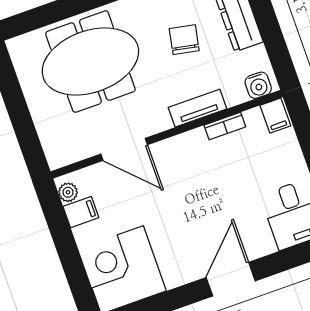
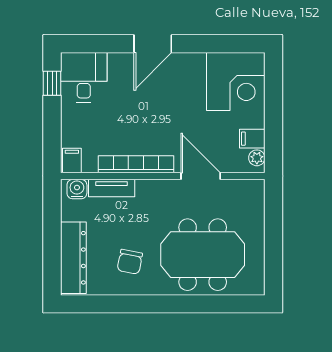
chair: (184, 40) -> (130, 262), moved
tv unit: (198, 108) -> (112, 188), moved
bookcase: (225, 126) -> (136, 164), width x2.31, depth x1.31

